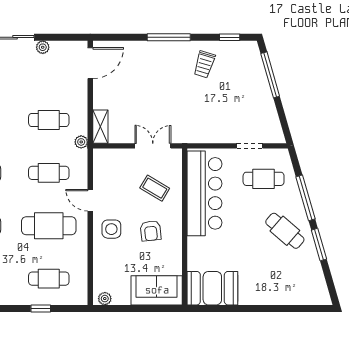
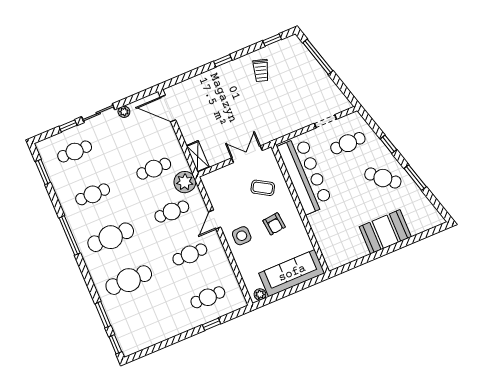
window: (169, 37) -> (223, 61), width x0.46
door: (90, 63) -> (168, 108), swing flipped
plant: (81, 142) -> (185, 182), width x1.87, depth x1.87
window: (306, 198) -> (388, 144), width x0.46
door: (90, 200) -> (215, 220), hinge flipped
cafe table: (49, 226) -> (190, 254), width x0.73, depth x0.74
booth: (212, 288) -> (385, 232), moved
sofa: (157, 290) -> (292, 273), width x1.36

